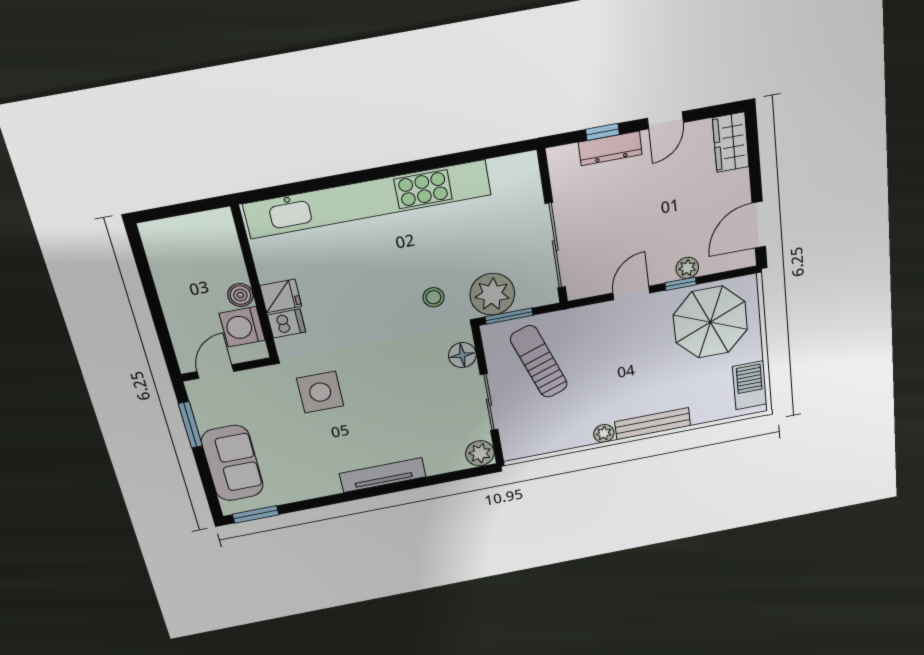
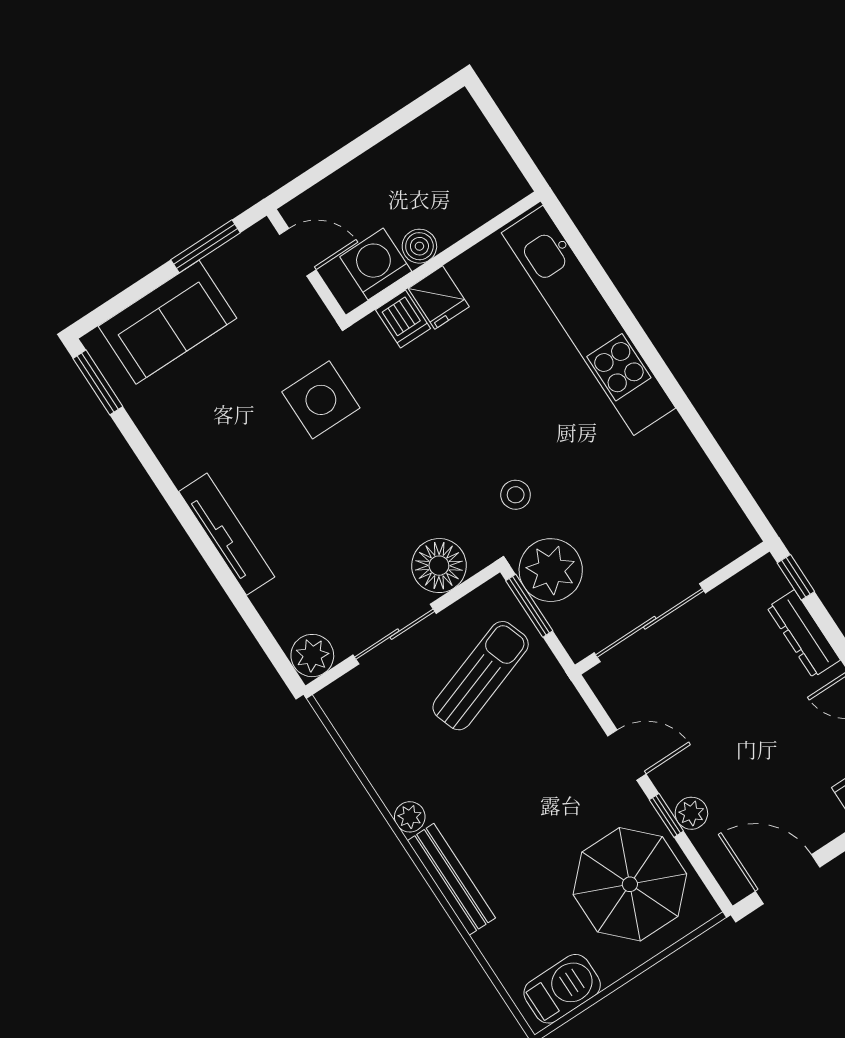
window: (603, 132) -> (796, 577), moved
kitchen unit: (368, 199) -> (588, 320), width x0.73
floor lamp: (462, 355) -> (439, 566), width x1.38, depth x1.38

